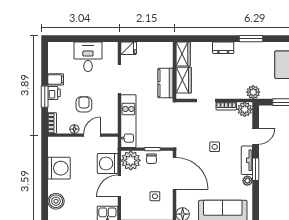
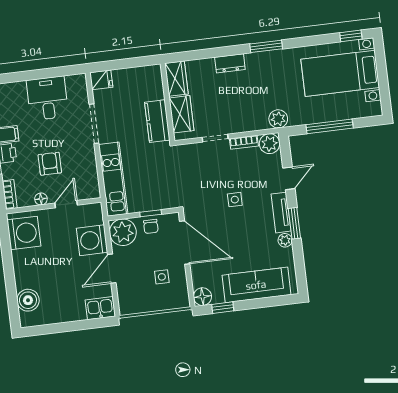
washing machine: (59, 168) -> (24, 233), moved

